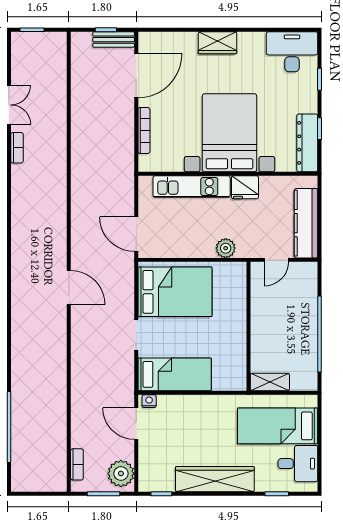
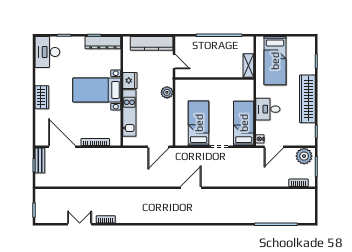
bed with nightstands: (229, 133) -> (97, 90), width x0.73
bed: (175, 292) -> (199, 123), width x0.67
desk: (298, 464) -> (268, 109), moved, turned -90

